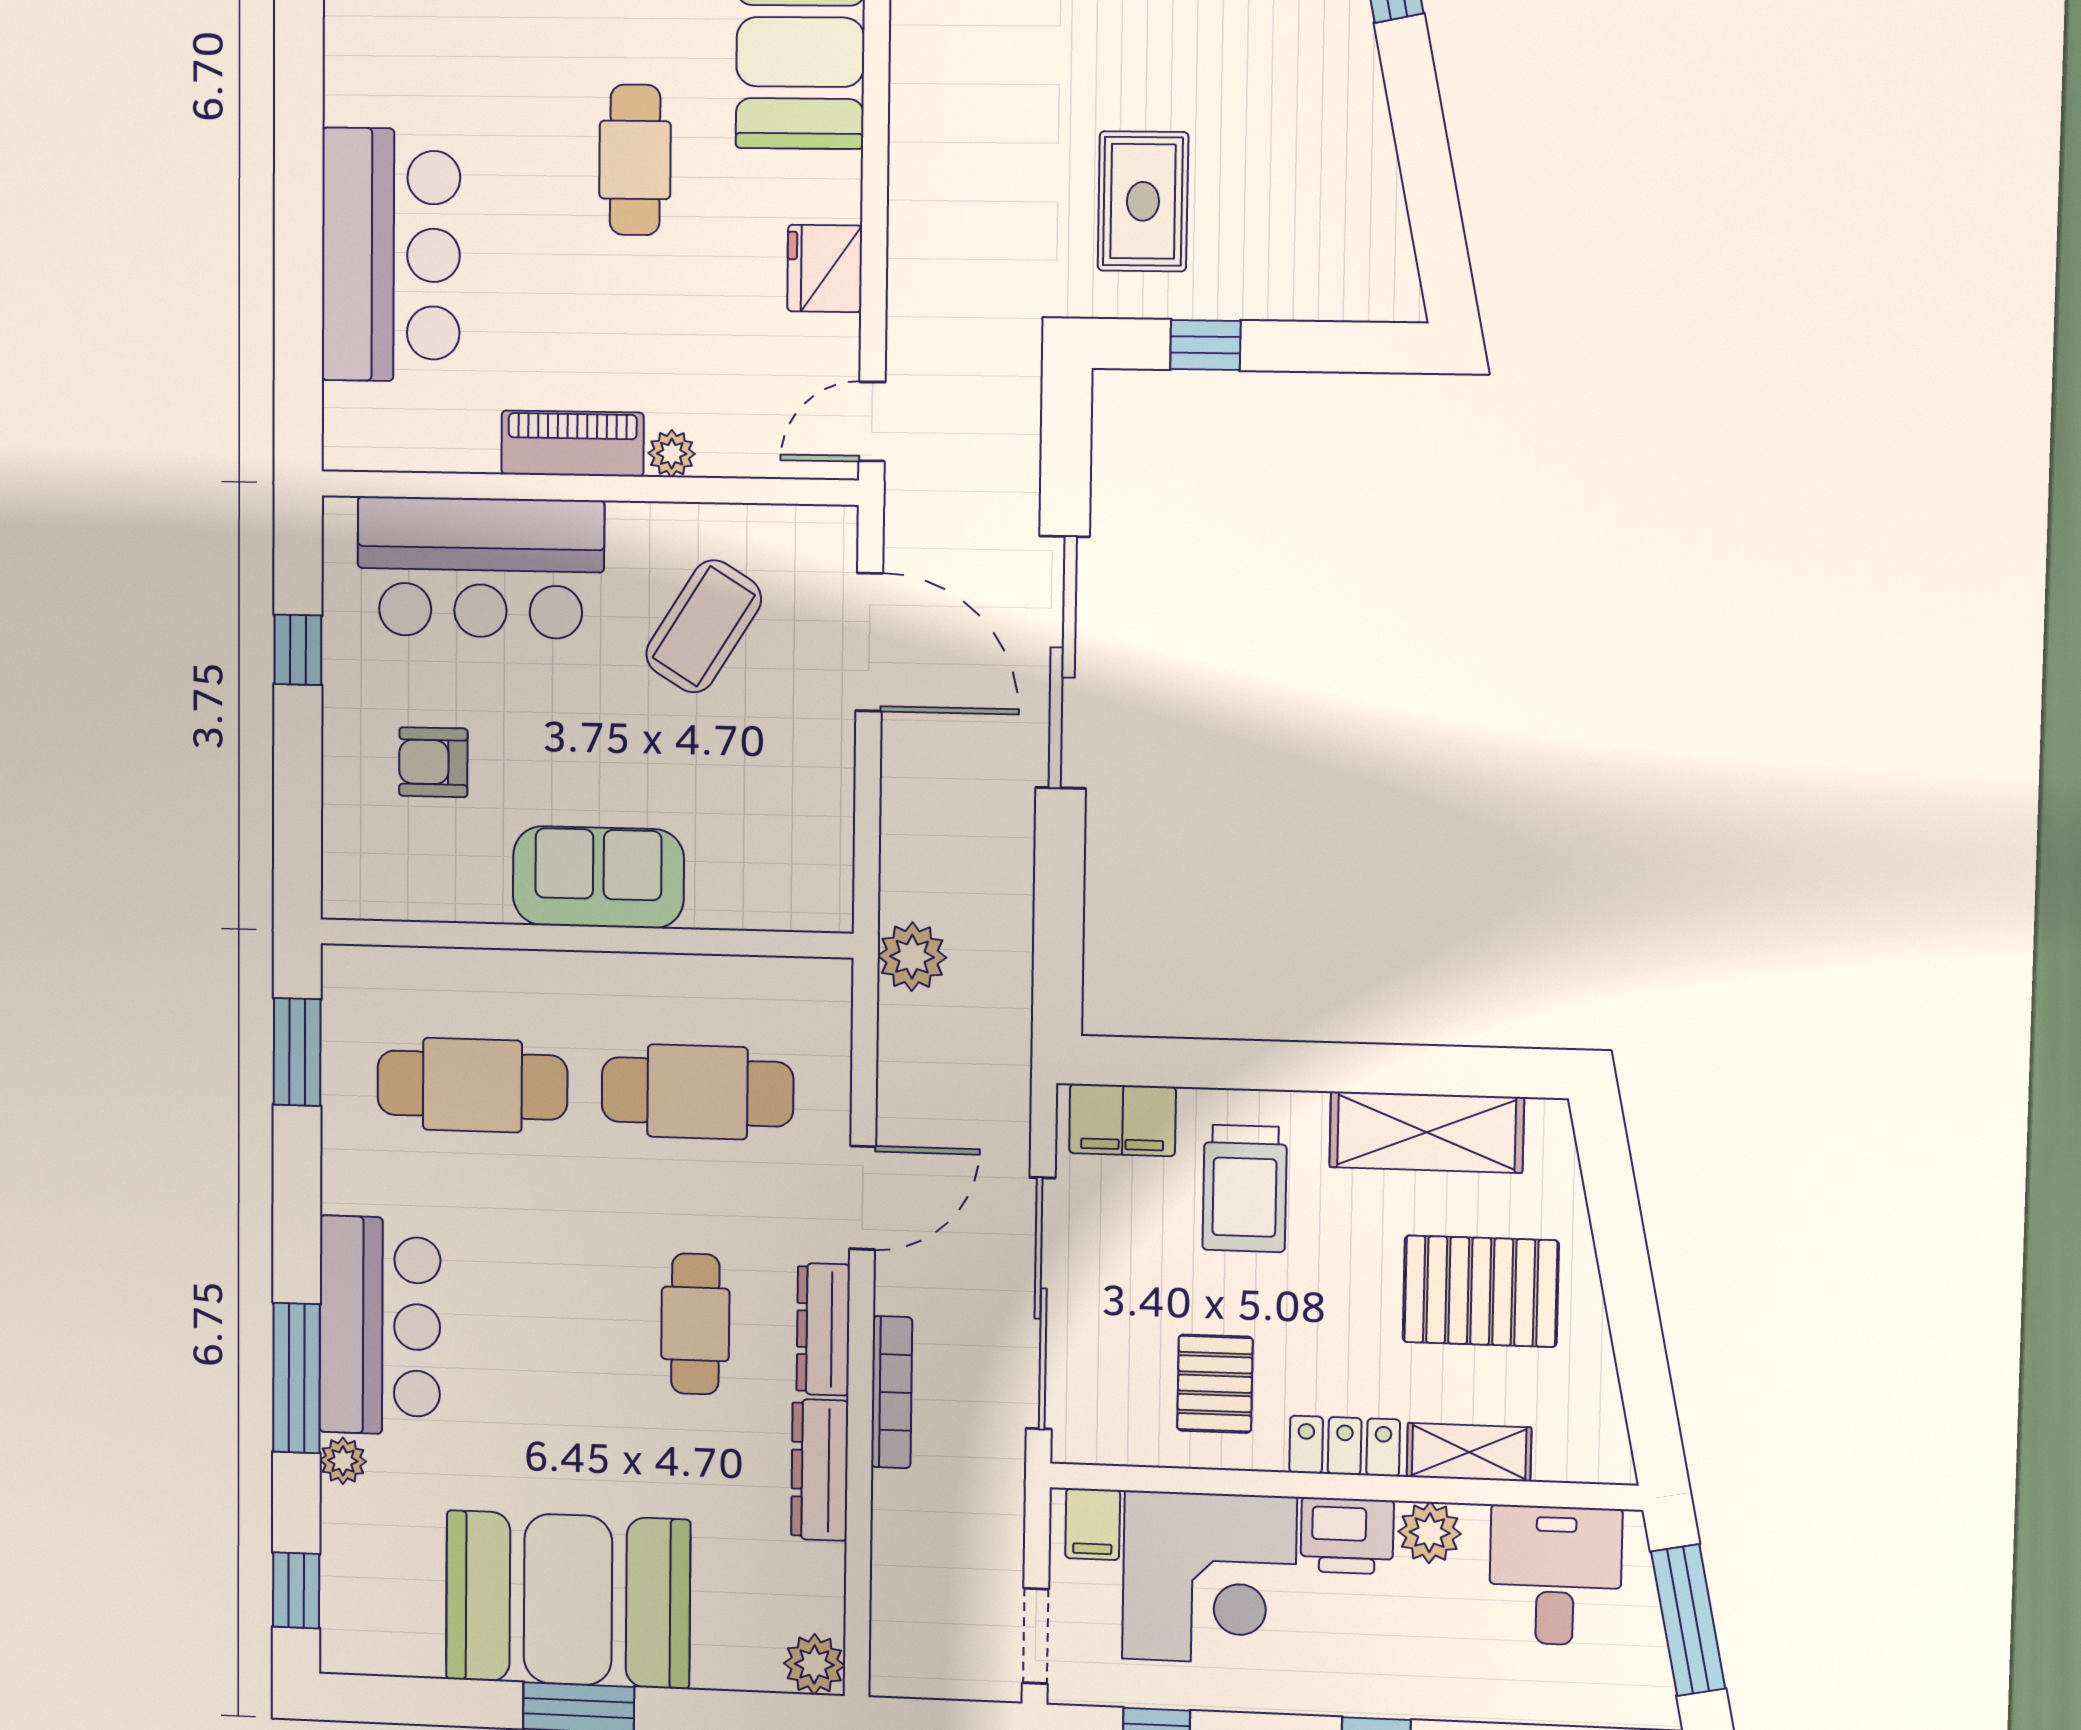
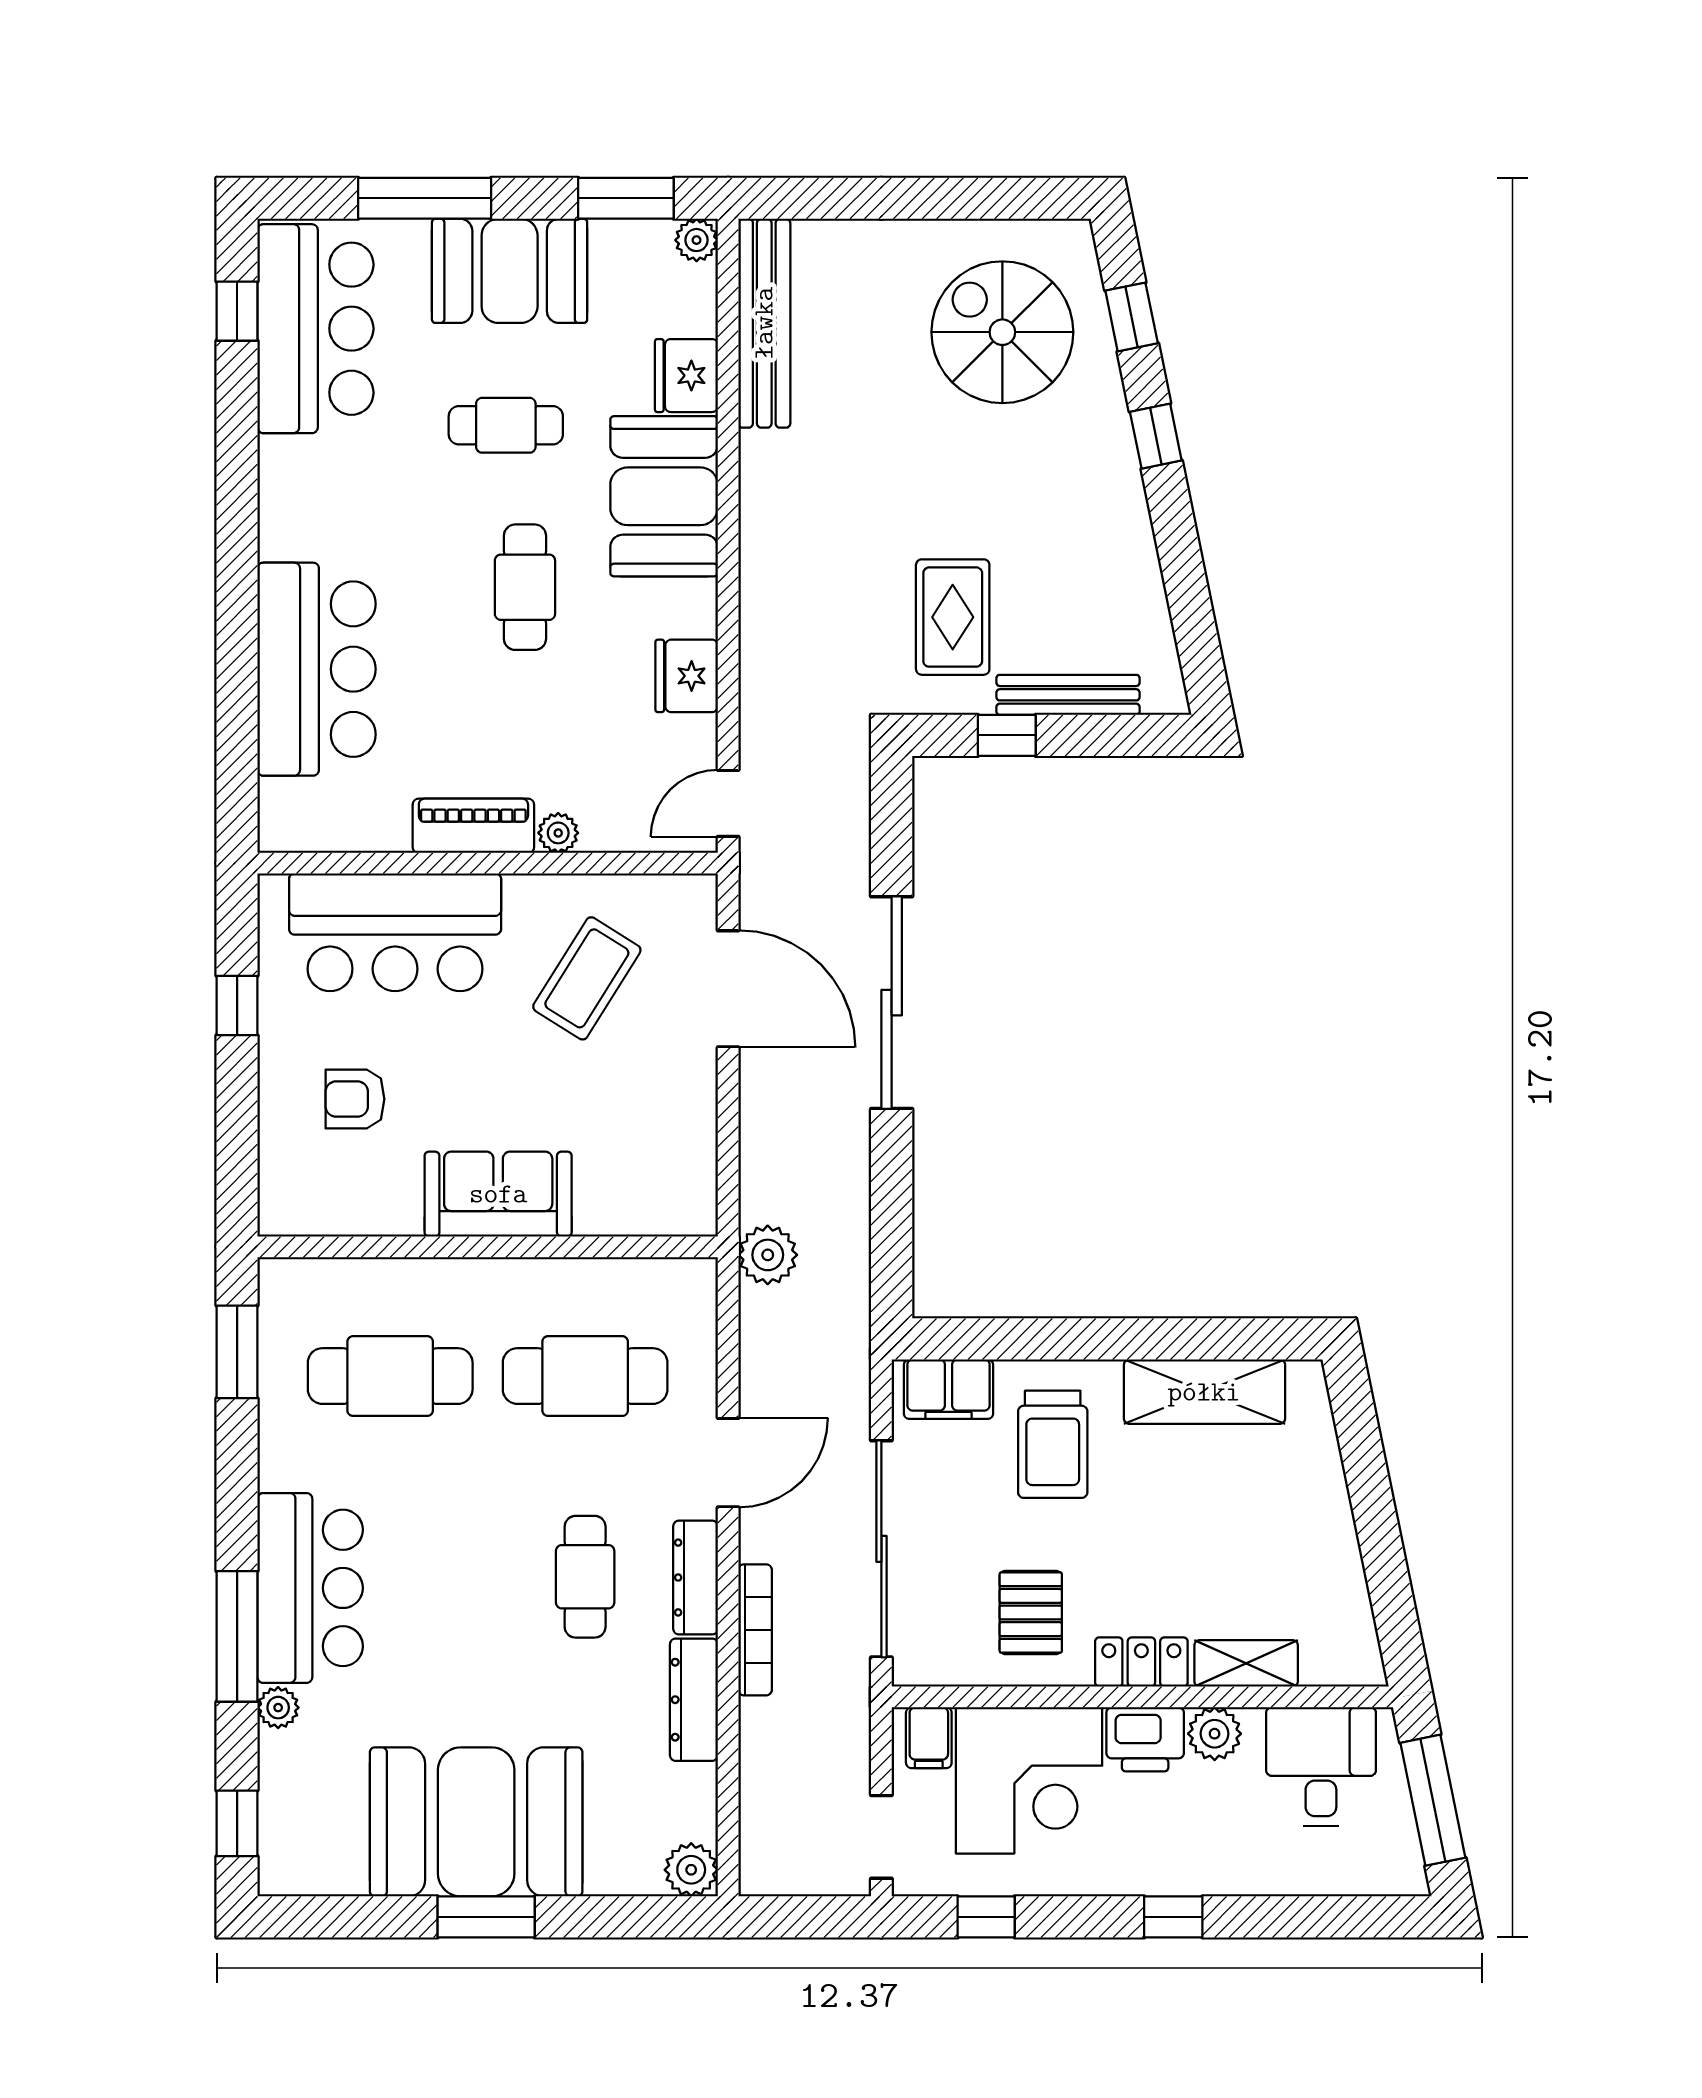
bench: (1280, 297) -> (1068, 695), added
pallet: (1481, 1291) -> (1253, 1525), removed

